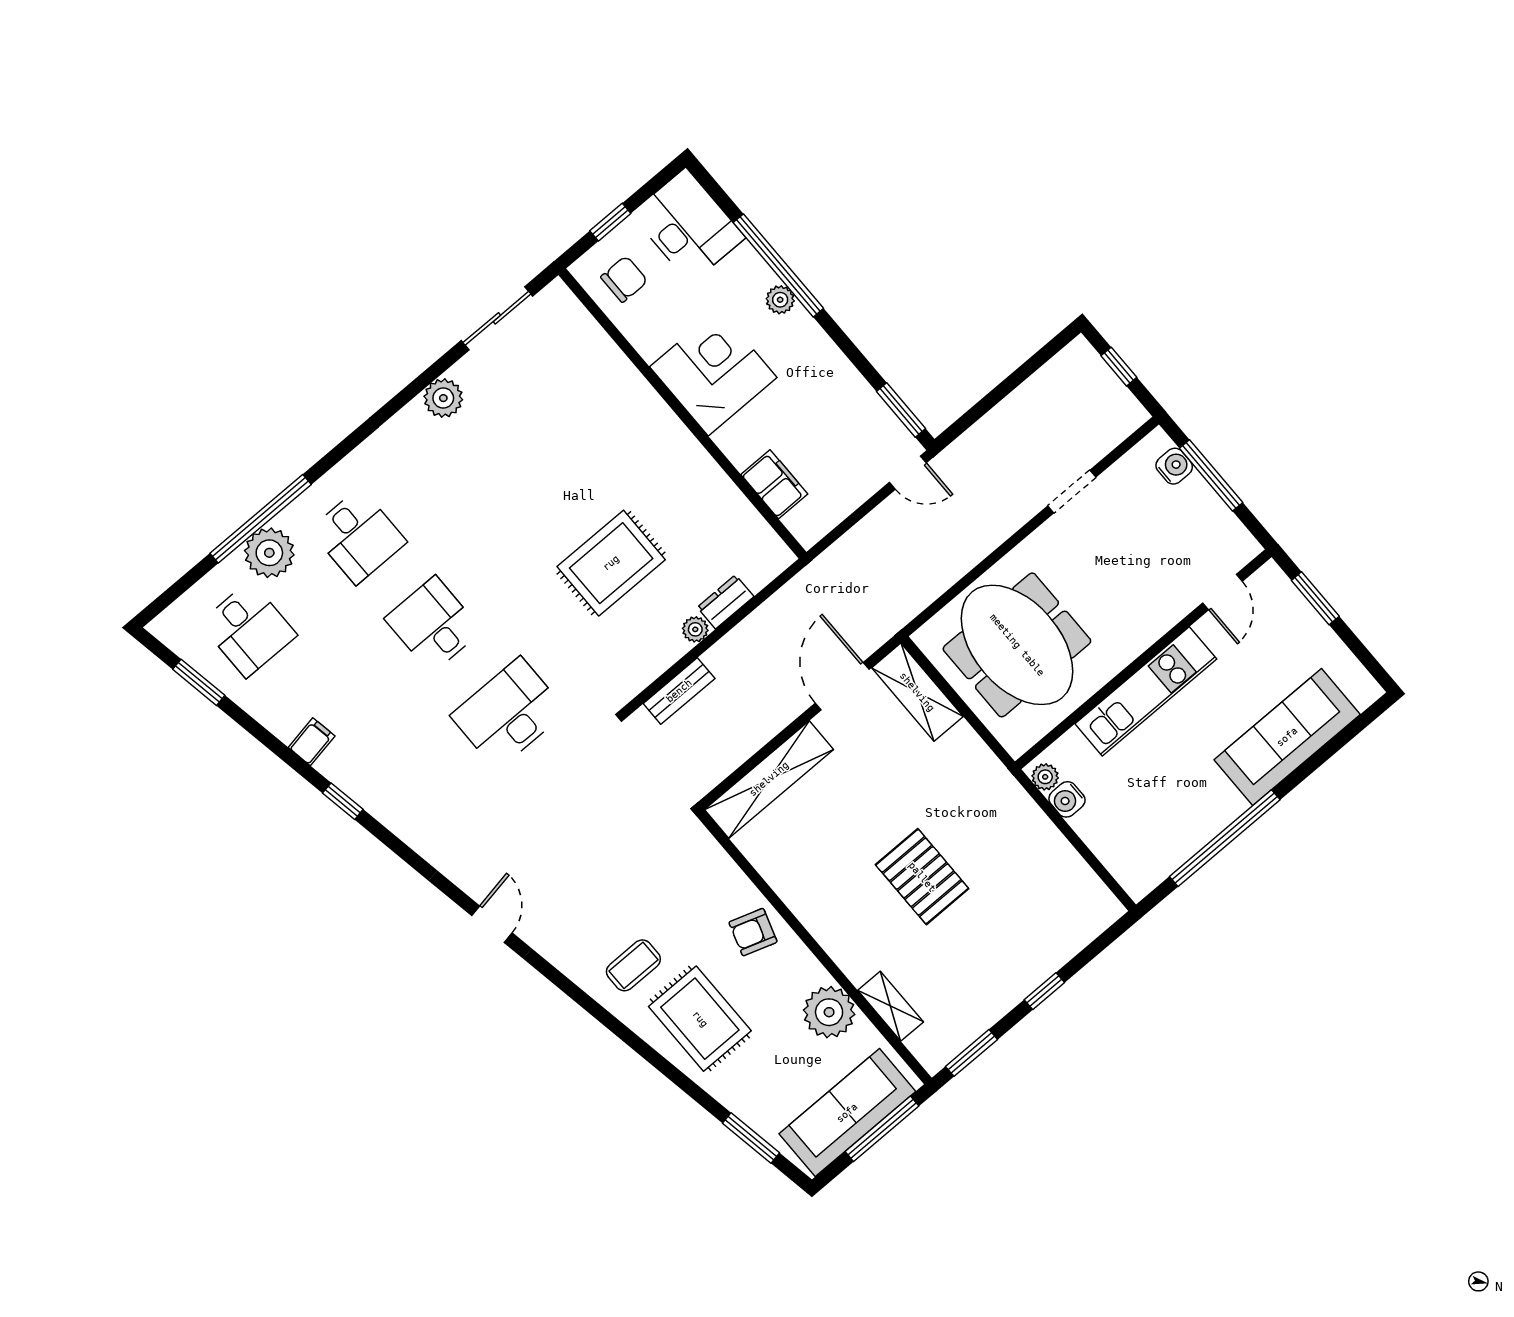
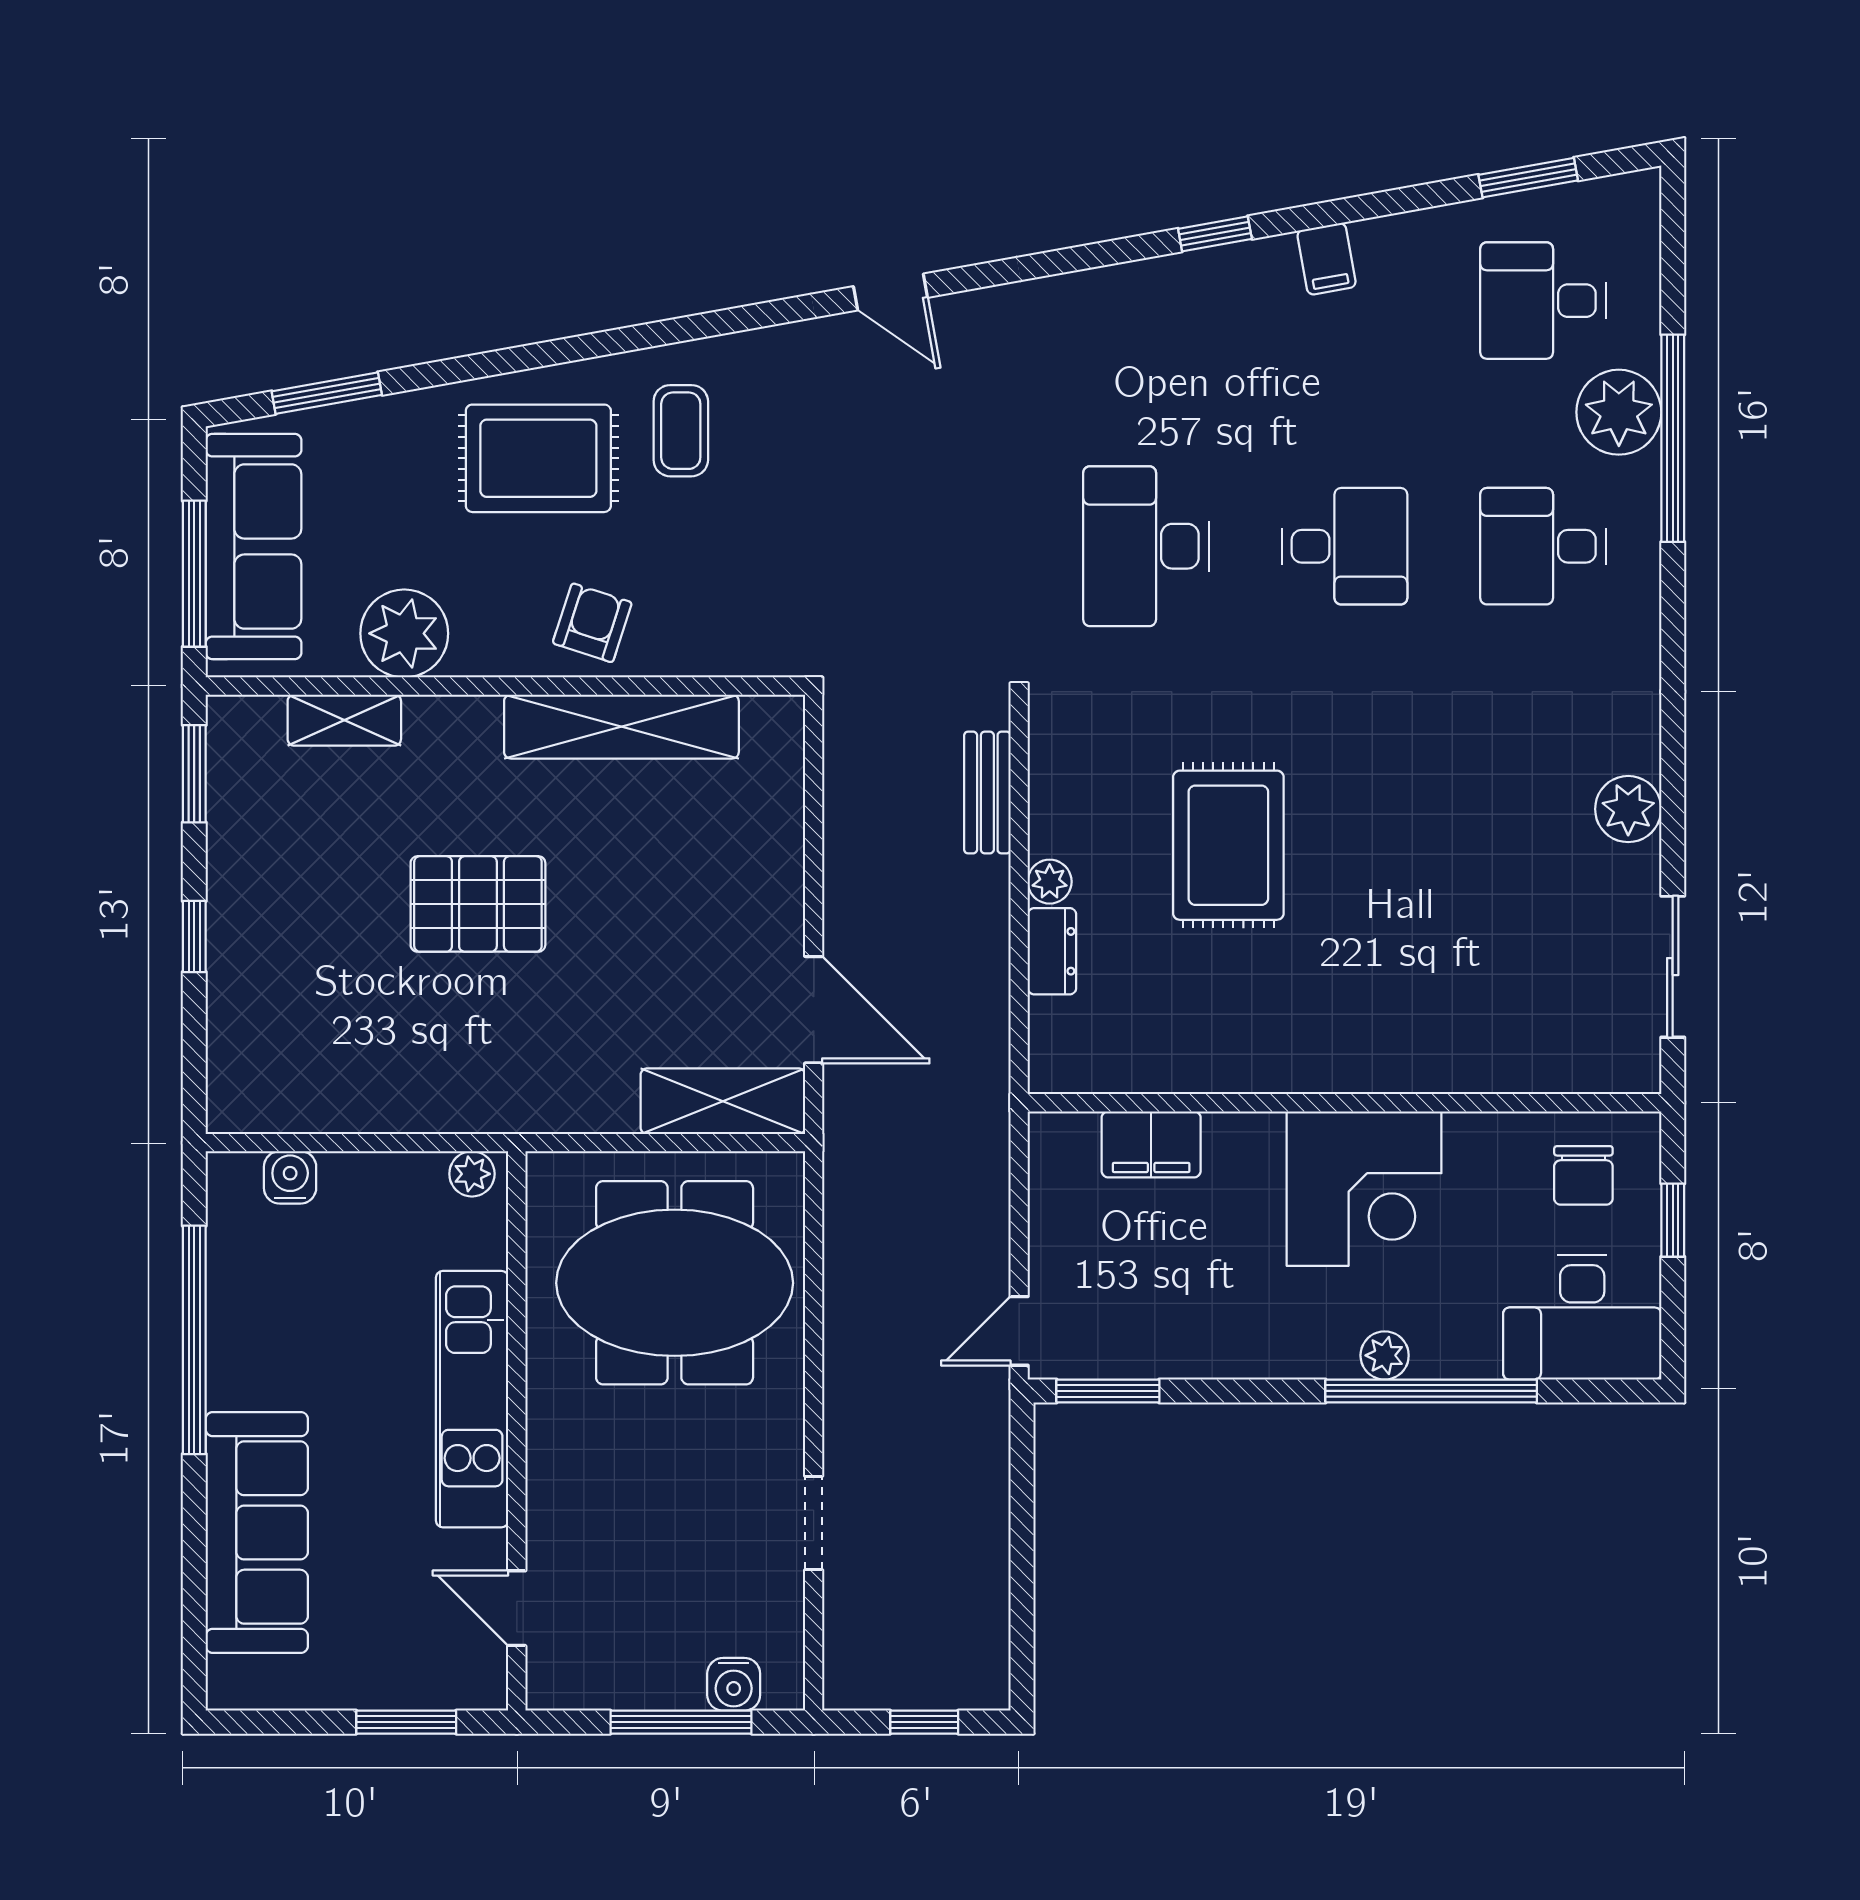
desk: (509, 713) -> (1146, 546), turned 180
shelving: (769, 779) -> (621, 727), moved, turned 90
water cooler: (1067, 799) -> (290, 1177), moved

